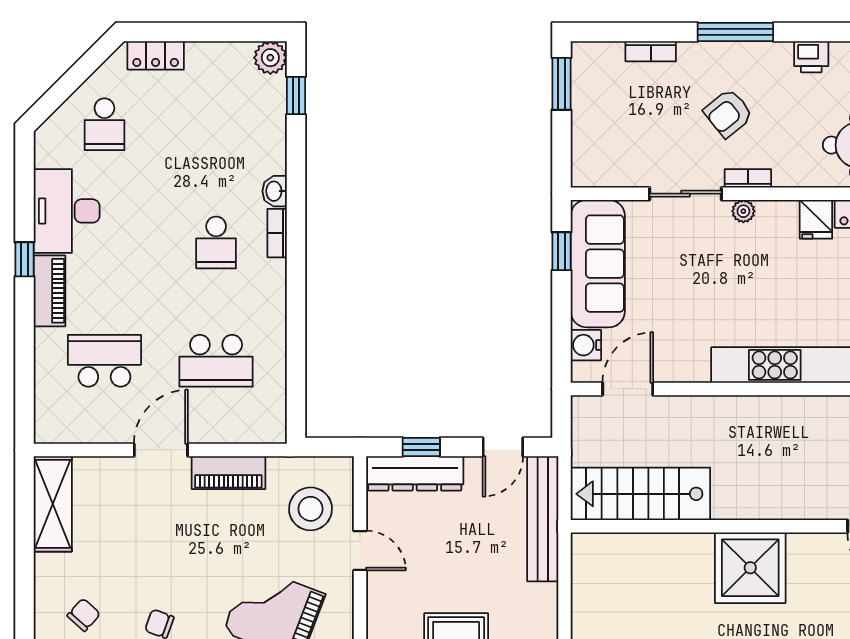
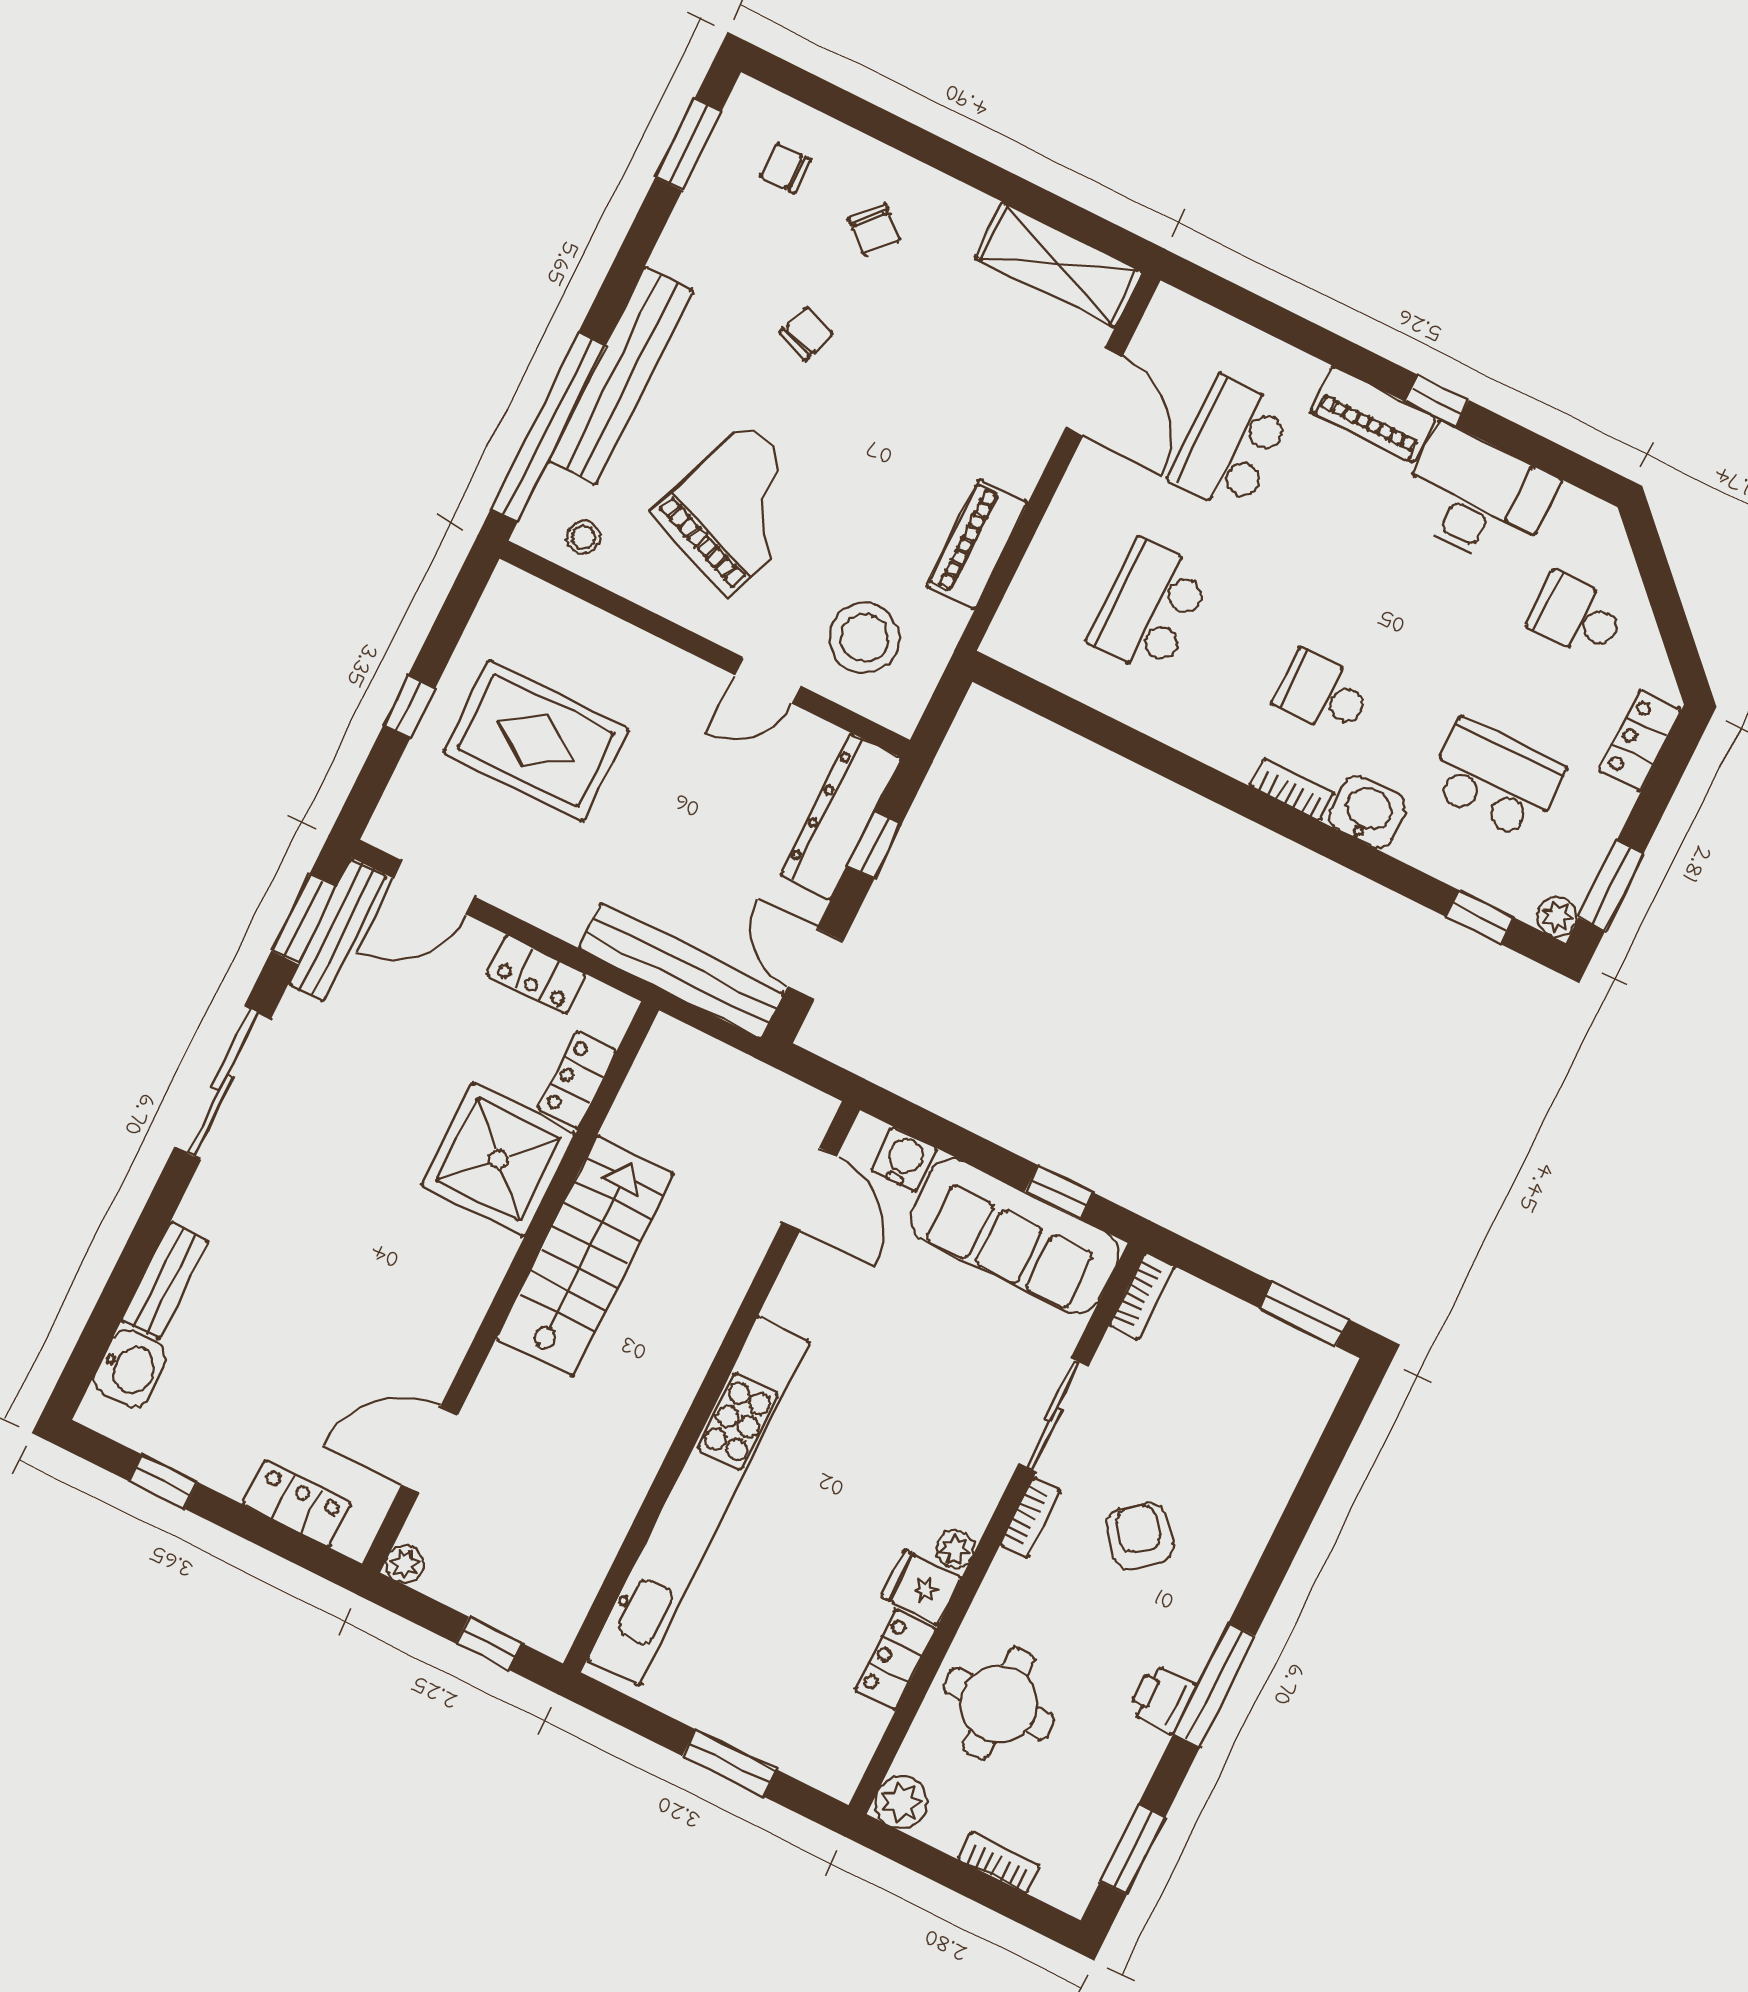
window: (243, 32) -> (1611, 886), added
window: (735, 32) -> (1214, 1685), moved
bookcase: (651, 51) -> (1142, 1296), moved, turned 180
plant: (270, 58) -> (1557, 917), width x0.73, depth x0.73
school desk: (216, 124) -> (1496, 779), added
washbasin: (275, 191) -> (1368, 812), width x1.38, depth x1.45
plant: (743, 211) -> (955, 1549), moved
school desk: (104, 361) -> (1231, 444), turned 180
door: (161, 450) -> (1094, 392), moved
stairs: (640, 494) -> (585, 1256), moved
locker: (631, 546) -> (577, 1080), added
shower: (750, 568) -> (498, 1159), moved
locker: (584, 597) -> (536, 975), added

